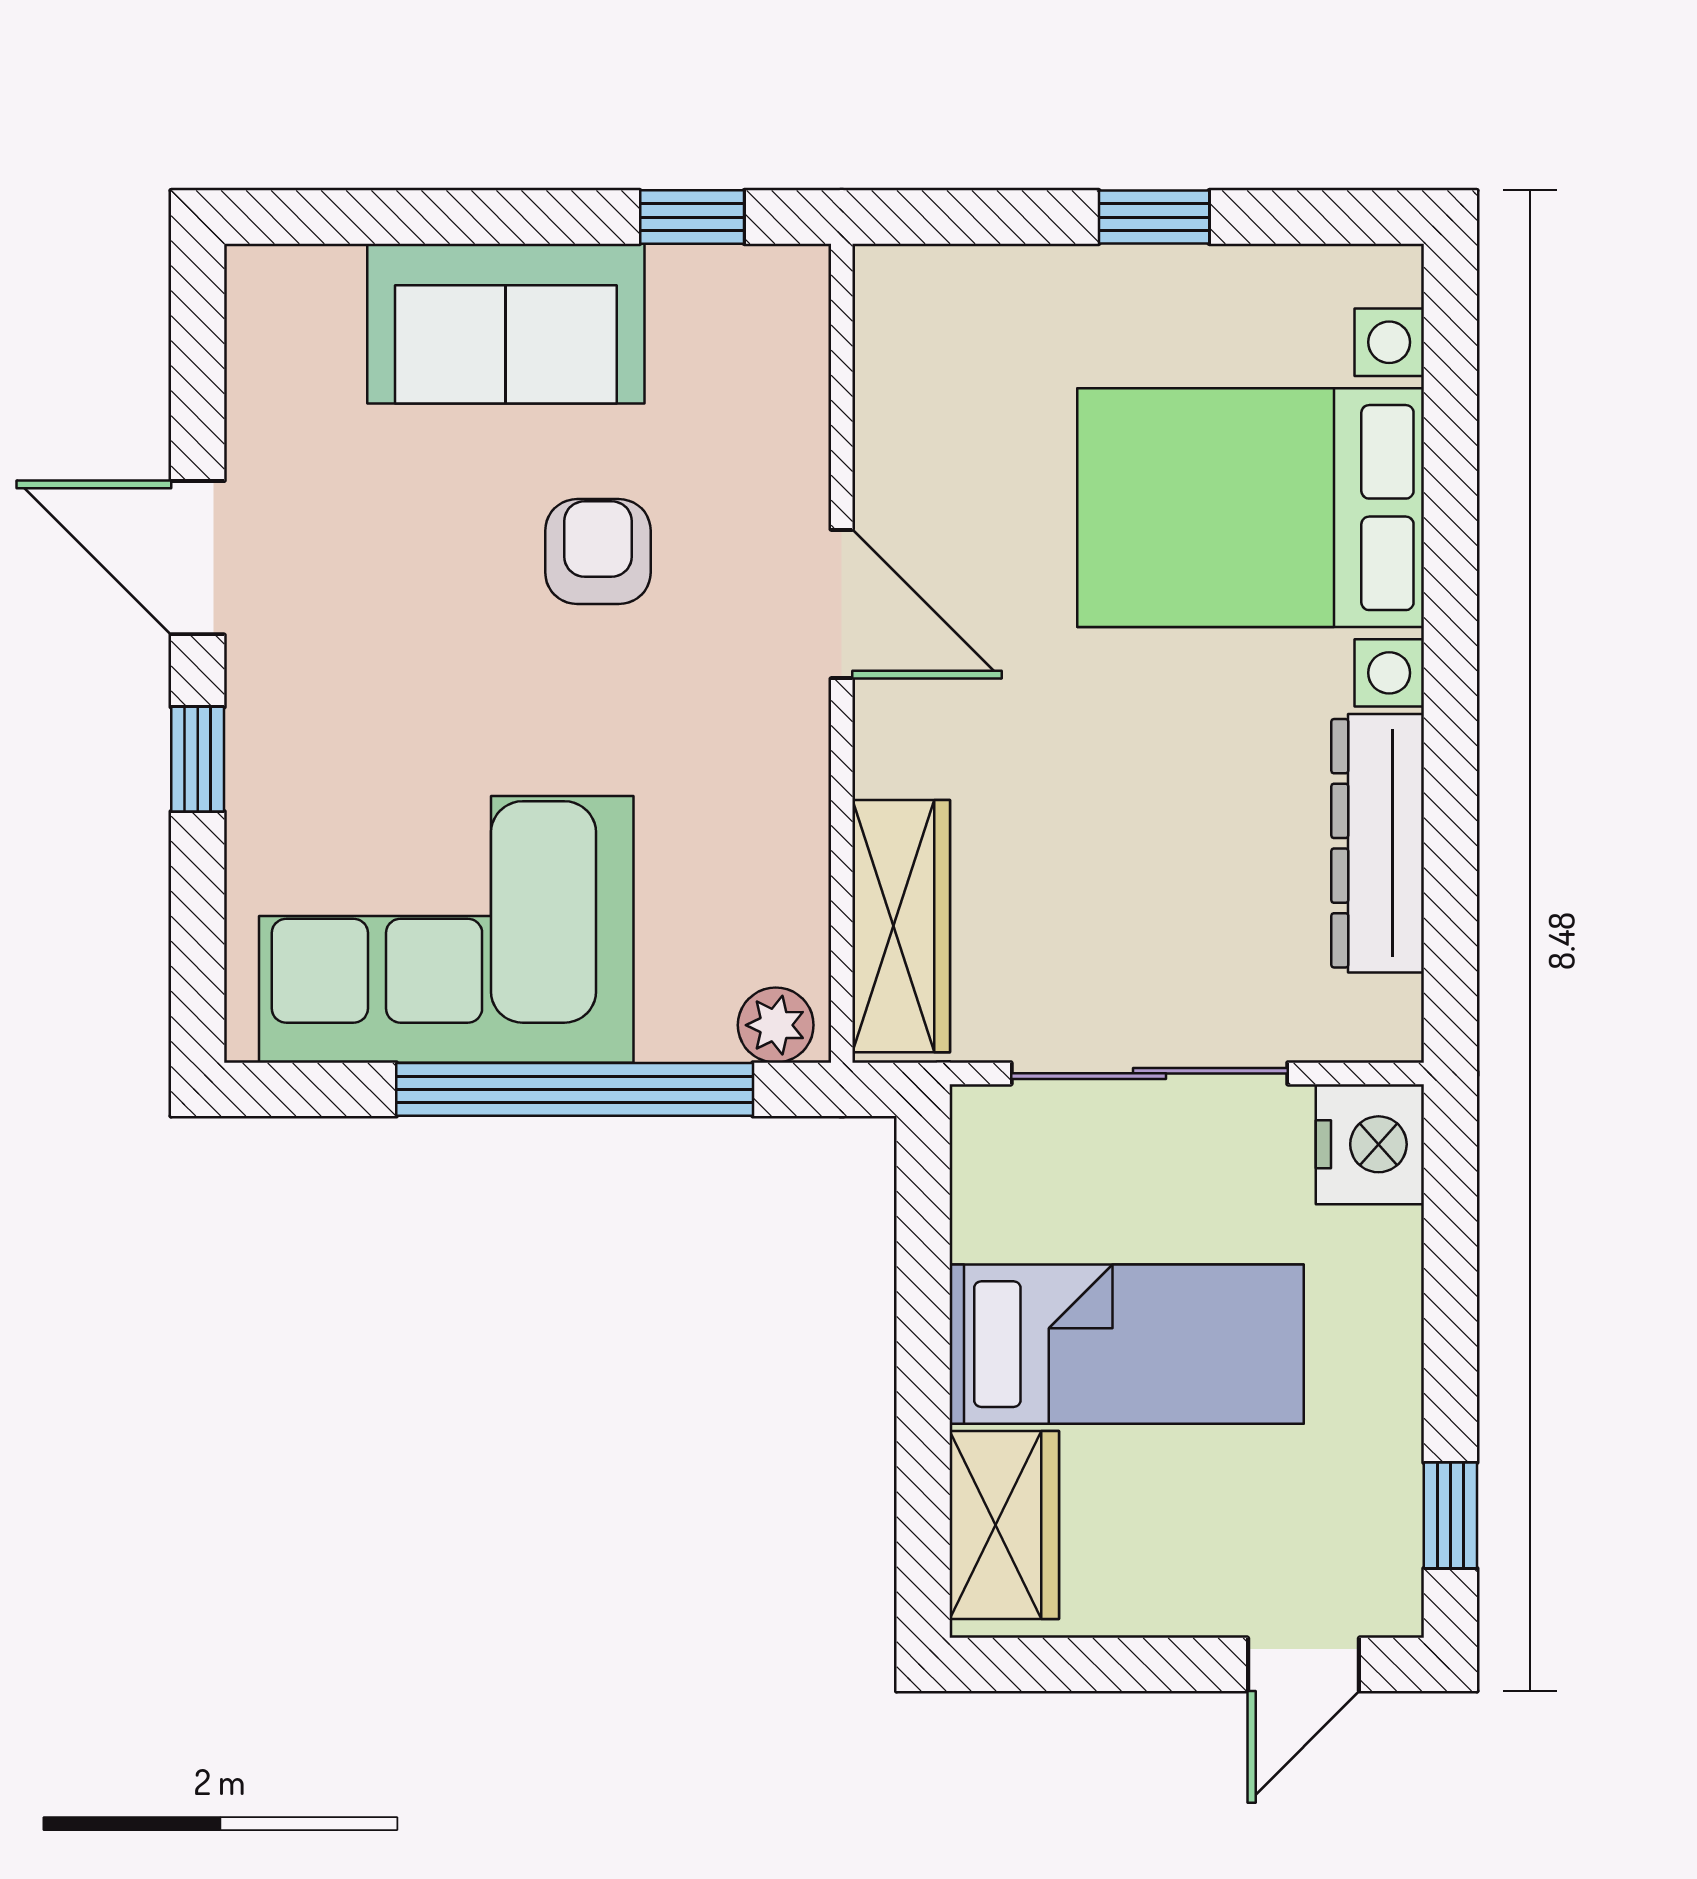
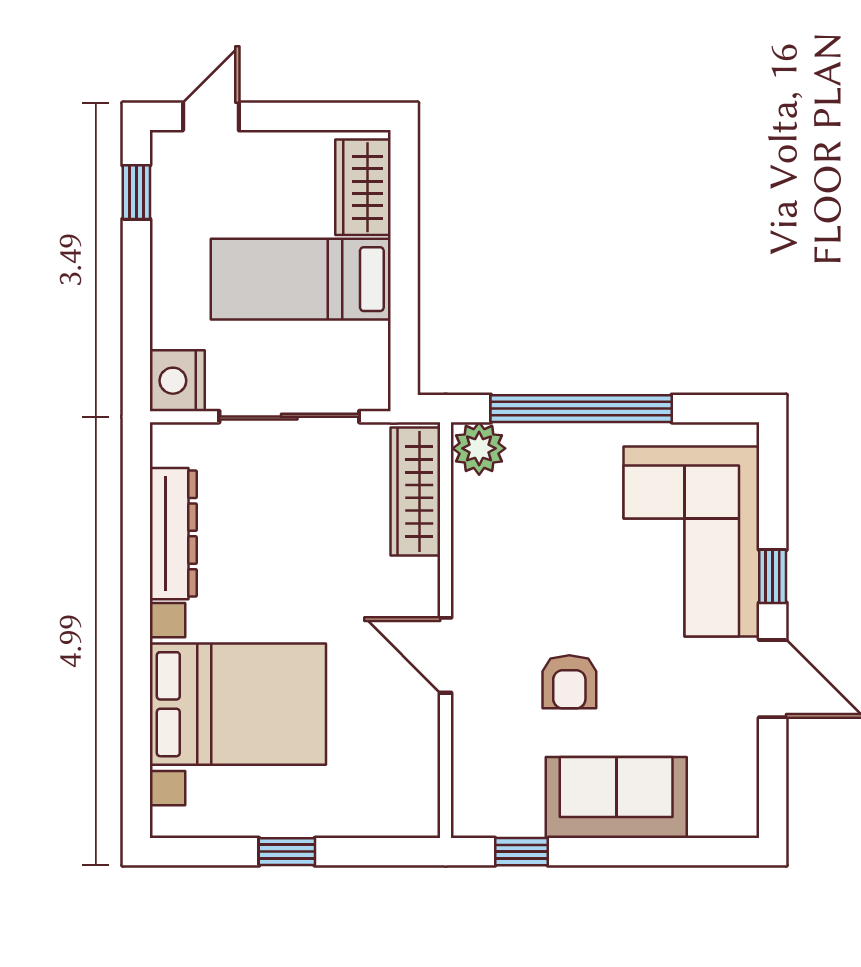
corner sofa: (446, 929) -> (691, 542), moved, turned 90
plant: (776, 1025) -> (479, 448), width x1.38, depth x1.38

